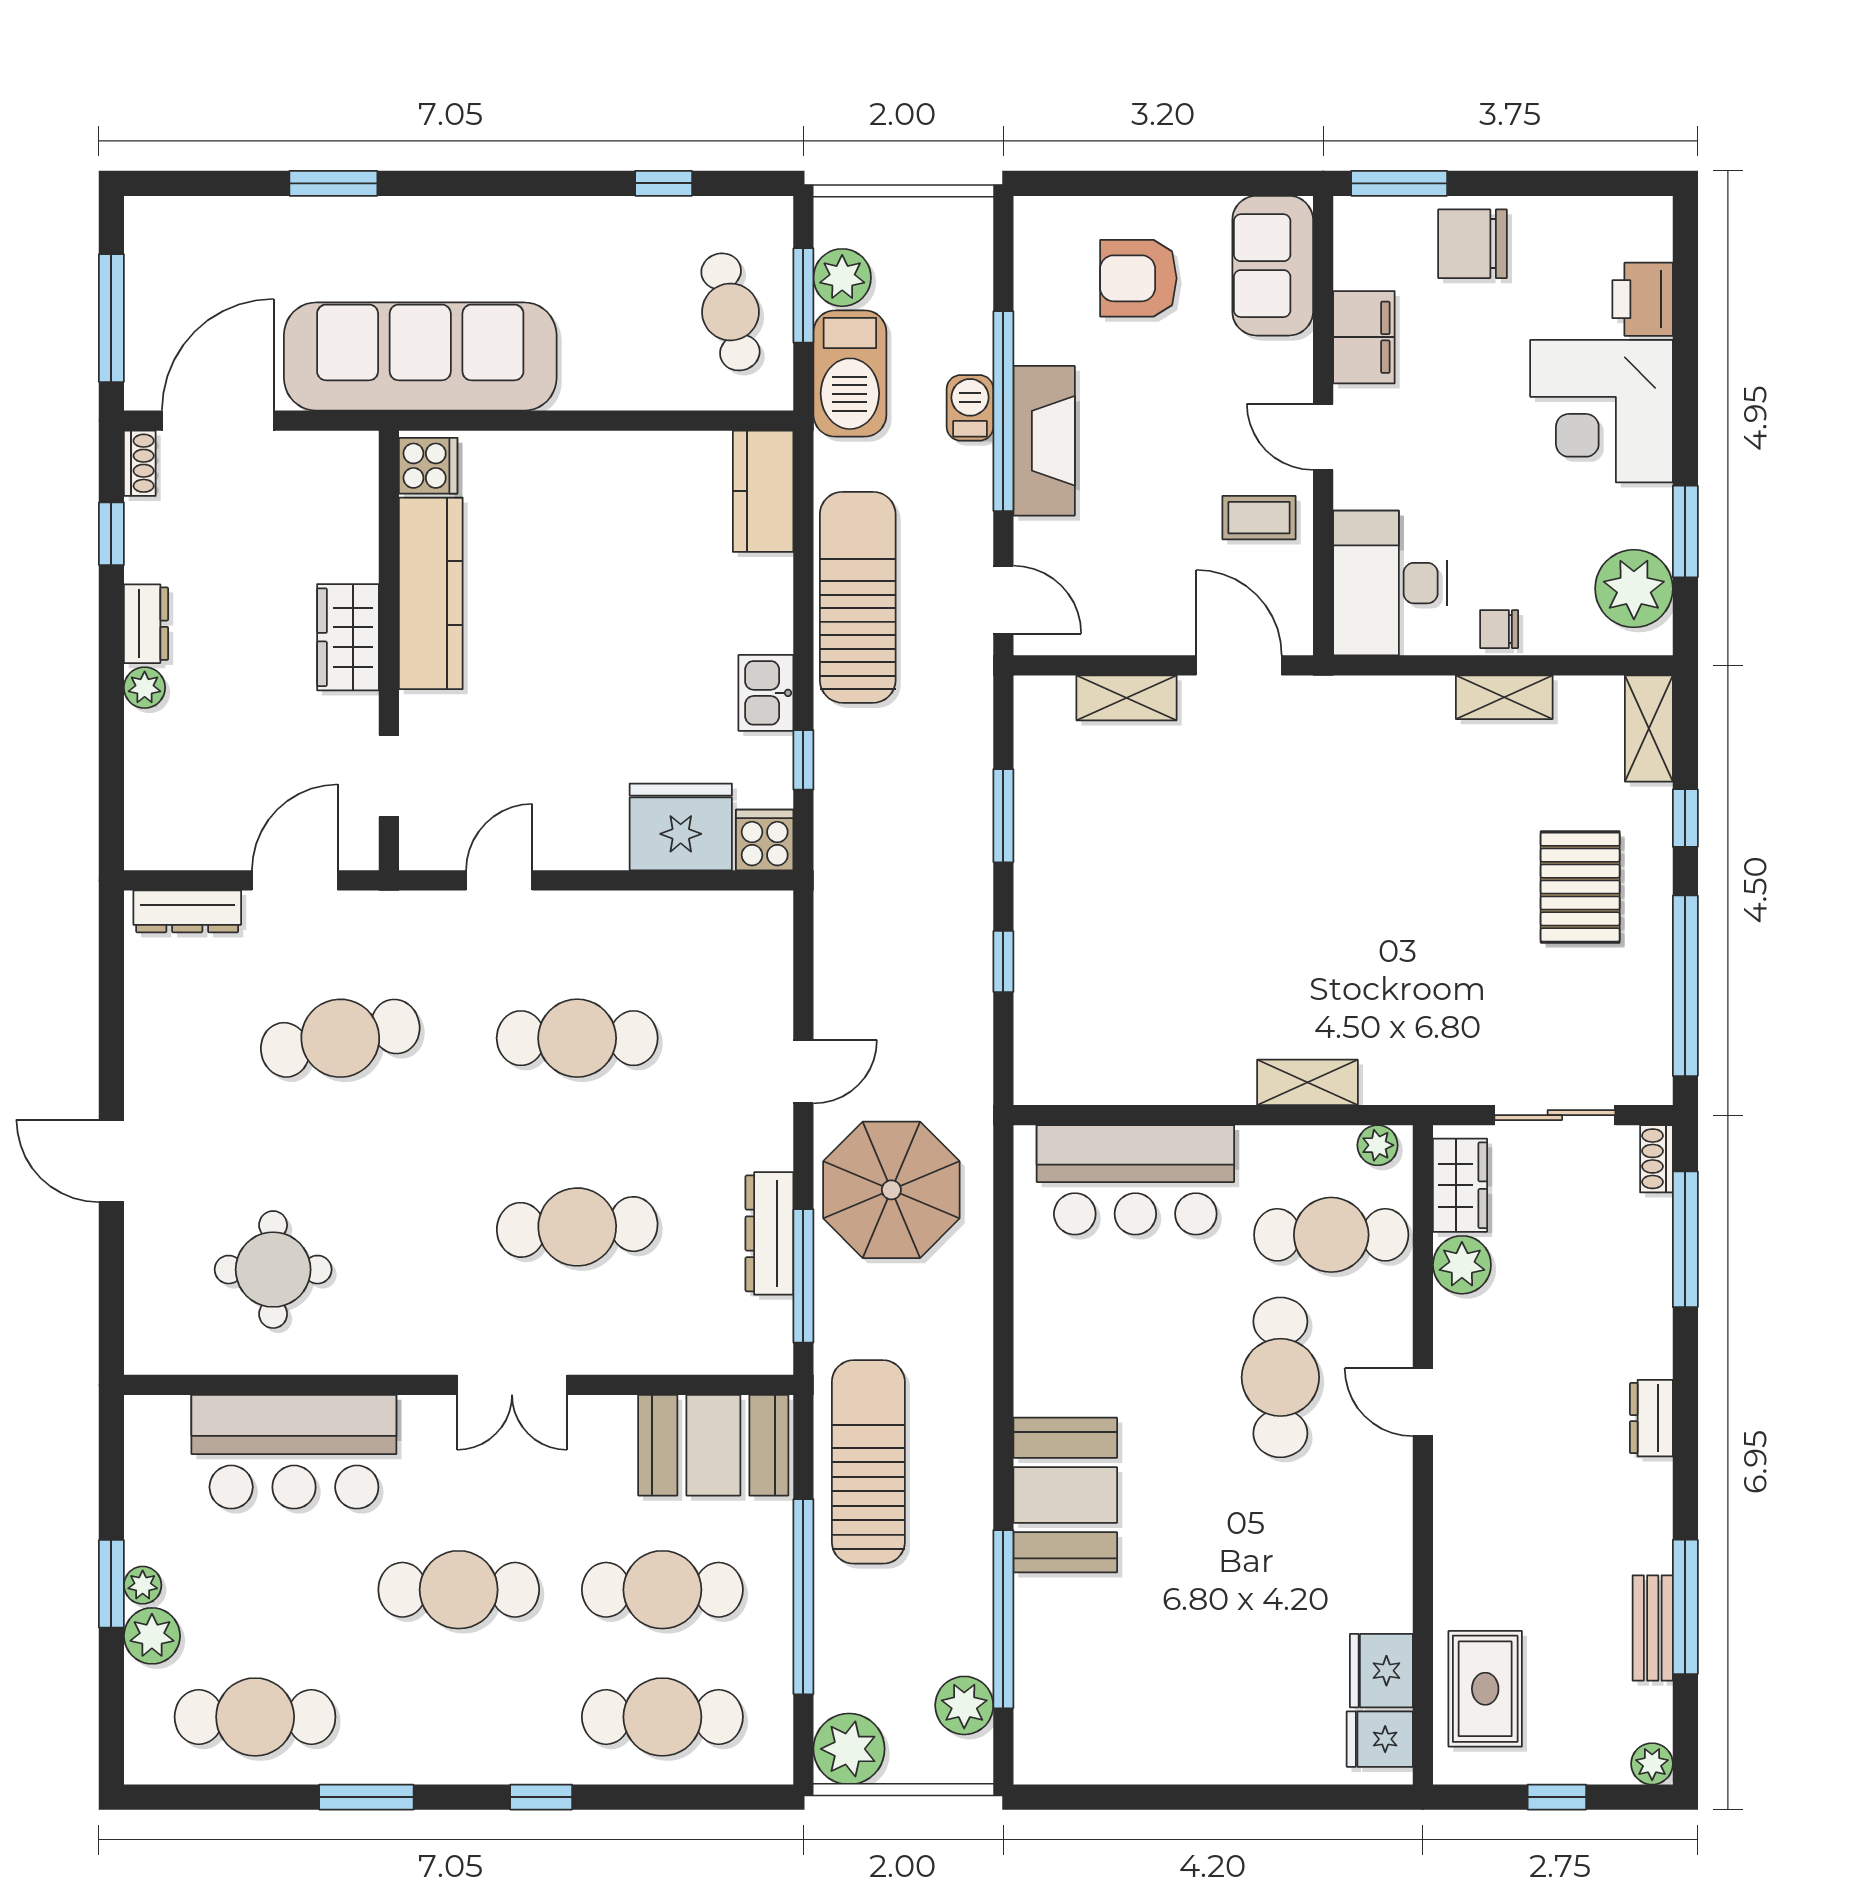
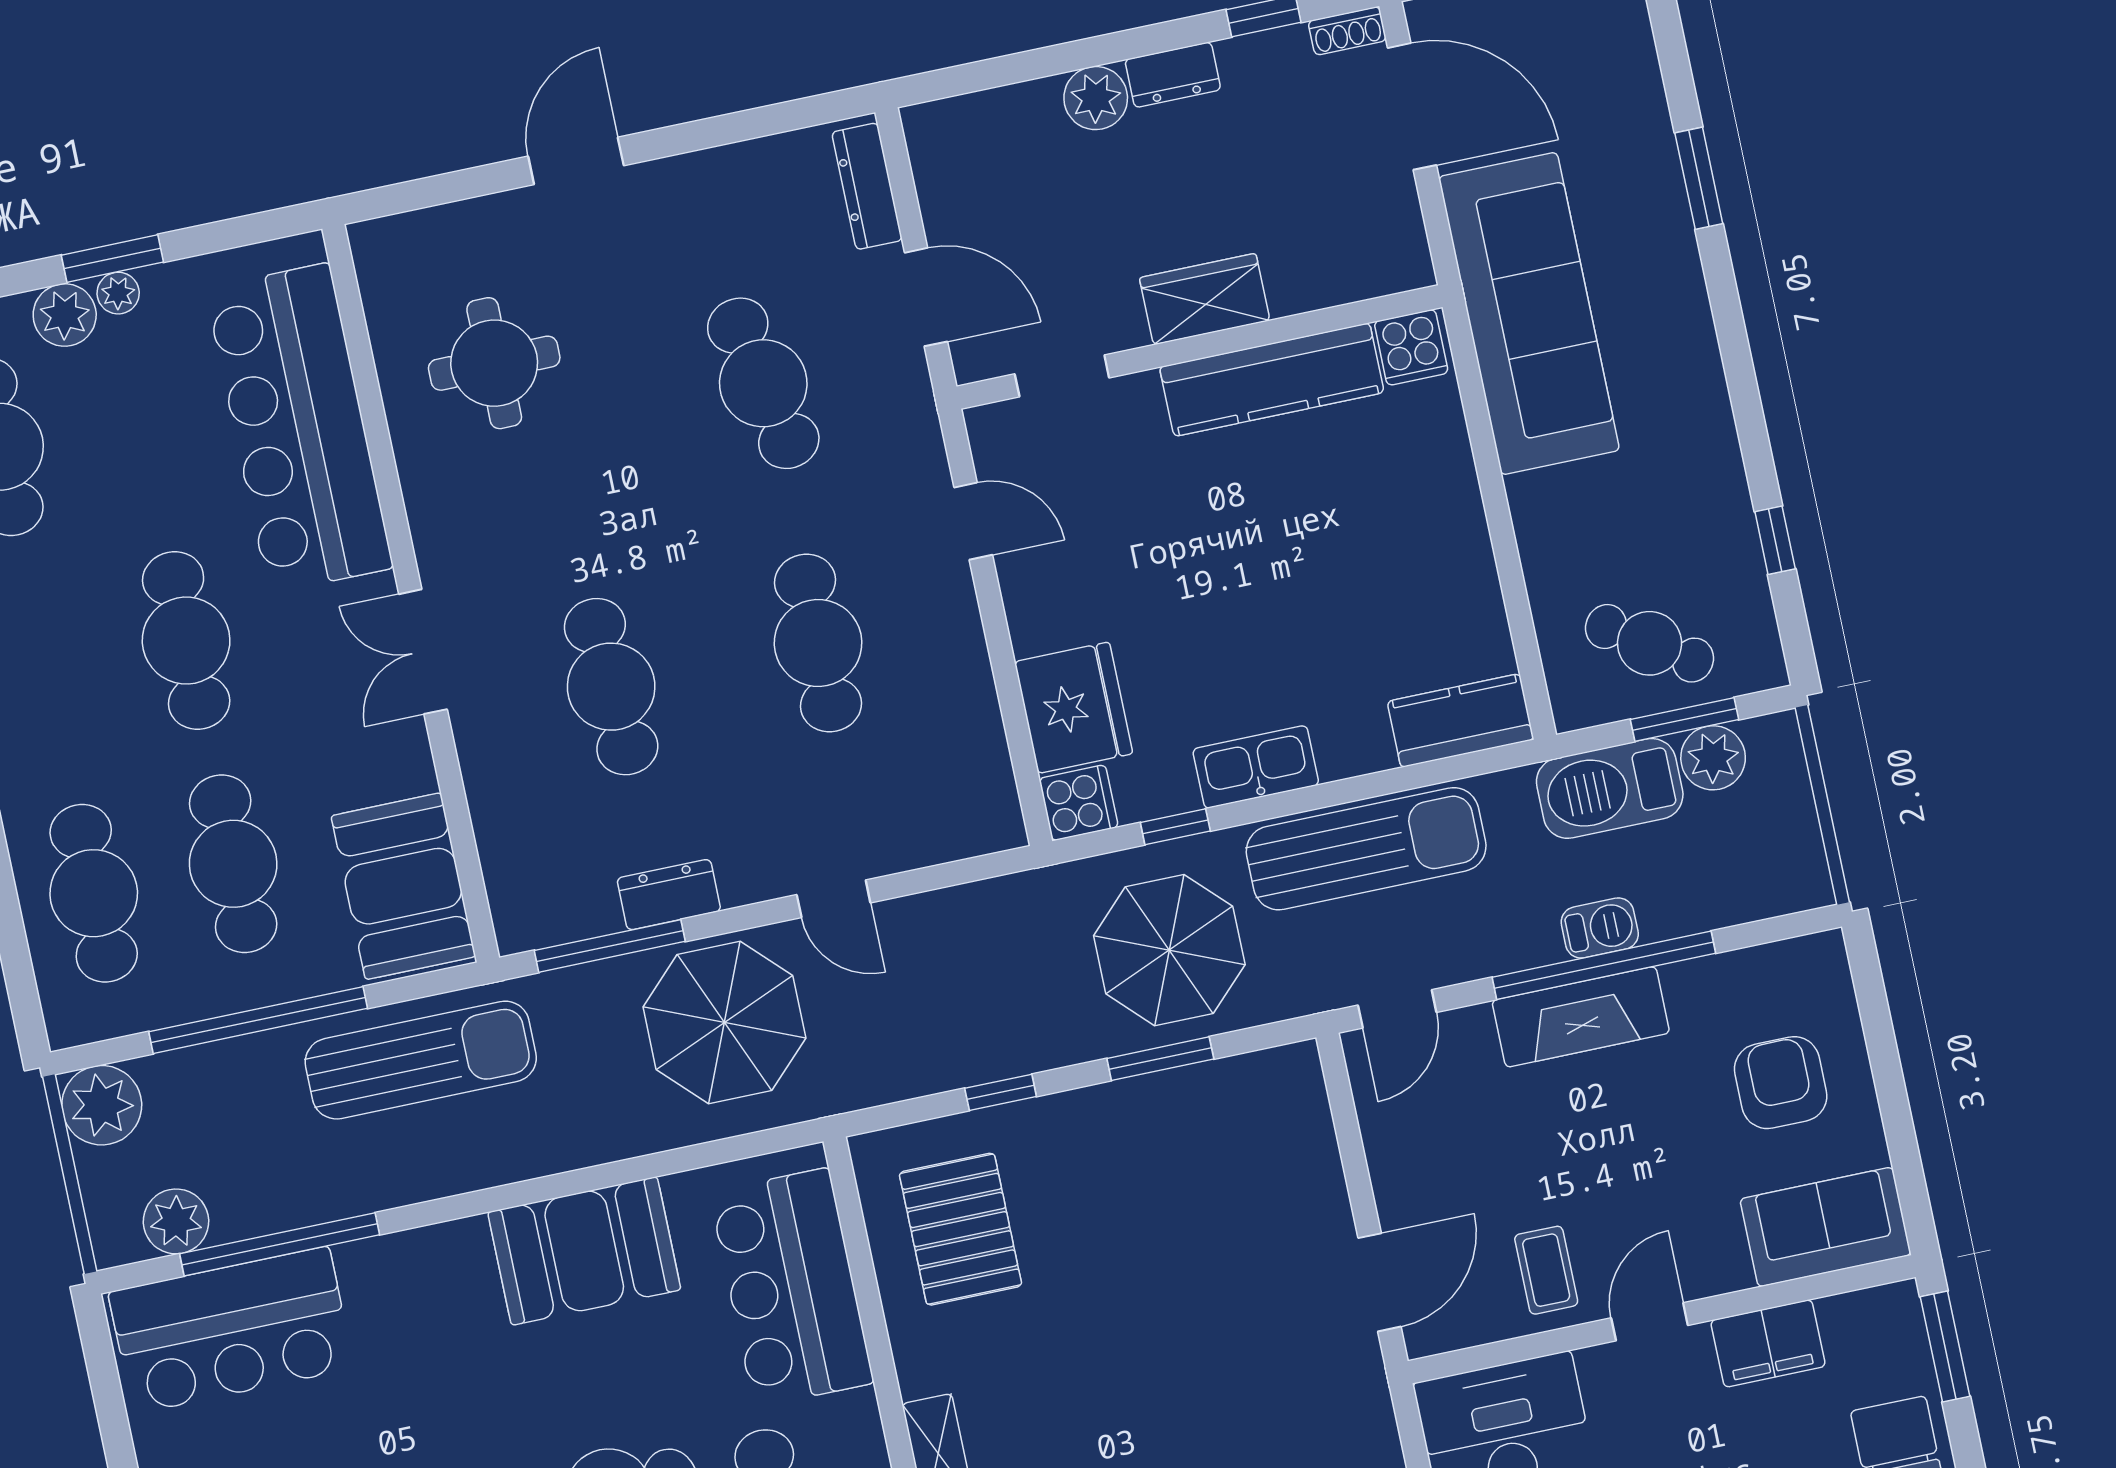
cafe table: (730, 312) -> (1650, 643), turned 46
plant: (145, 688) -> (1096, 98), width x1.38, depth x1.38
kitchen sink: (766, 693) -> (1256, 767), width x1.38
shelving: (1127, 698) -> (1318, 1167), removed
parasol: (910, 788) -> (1169, 950), added
pallet: (1115, 1022) -> (961, 1229), added
dresser: (769, 1233) -> (669, 895), width x0.70
bar counter: (294, 1452) -> (299, 428), width x1.36
booth: (1065, 1495) -> (584, 1251), moved
bar counter: (1069, 1677) -> (231, 1330), added

